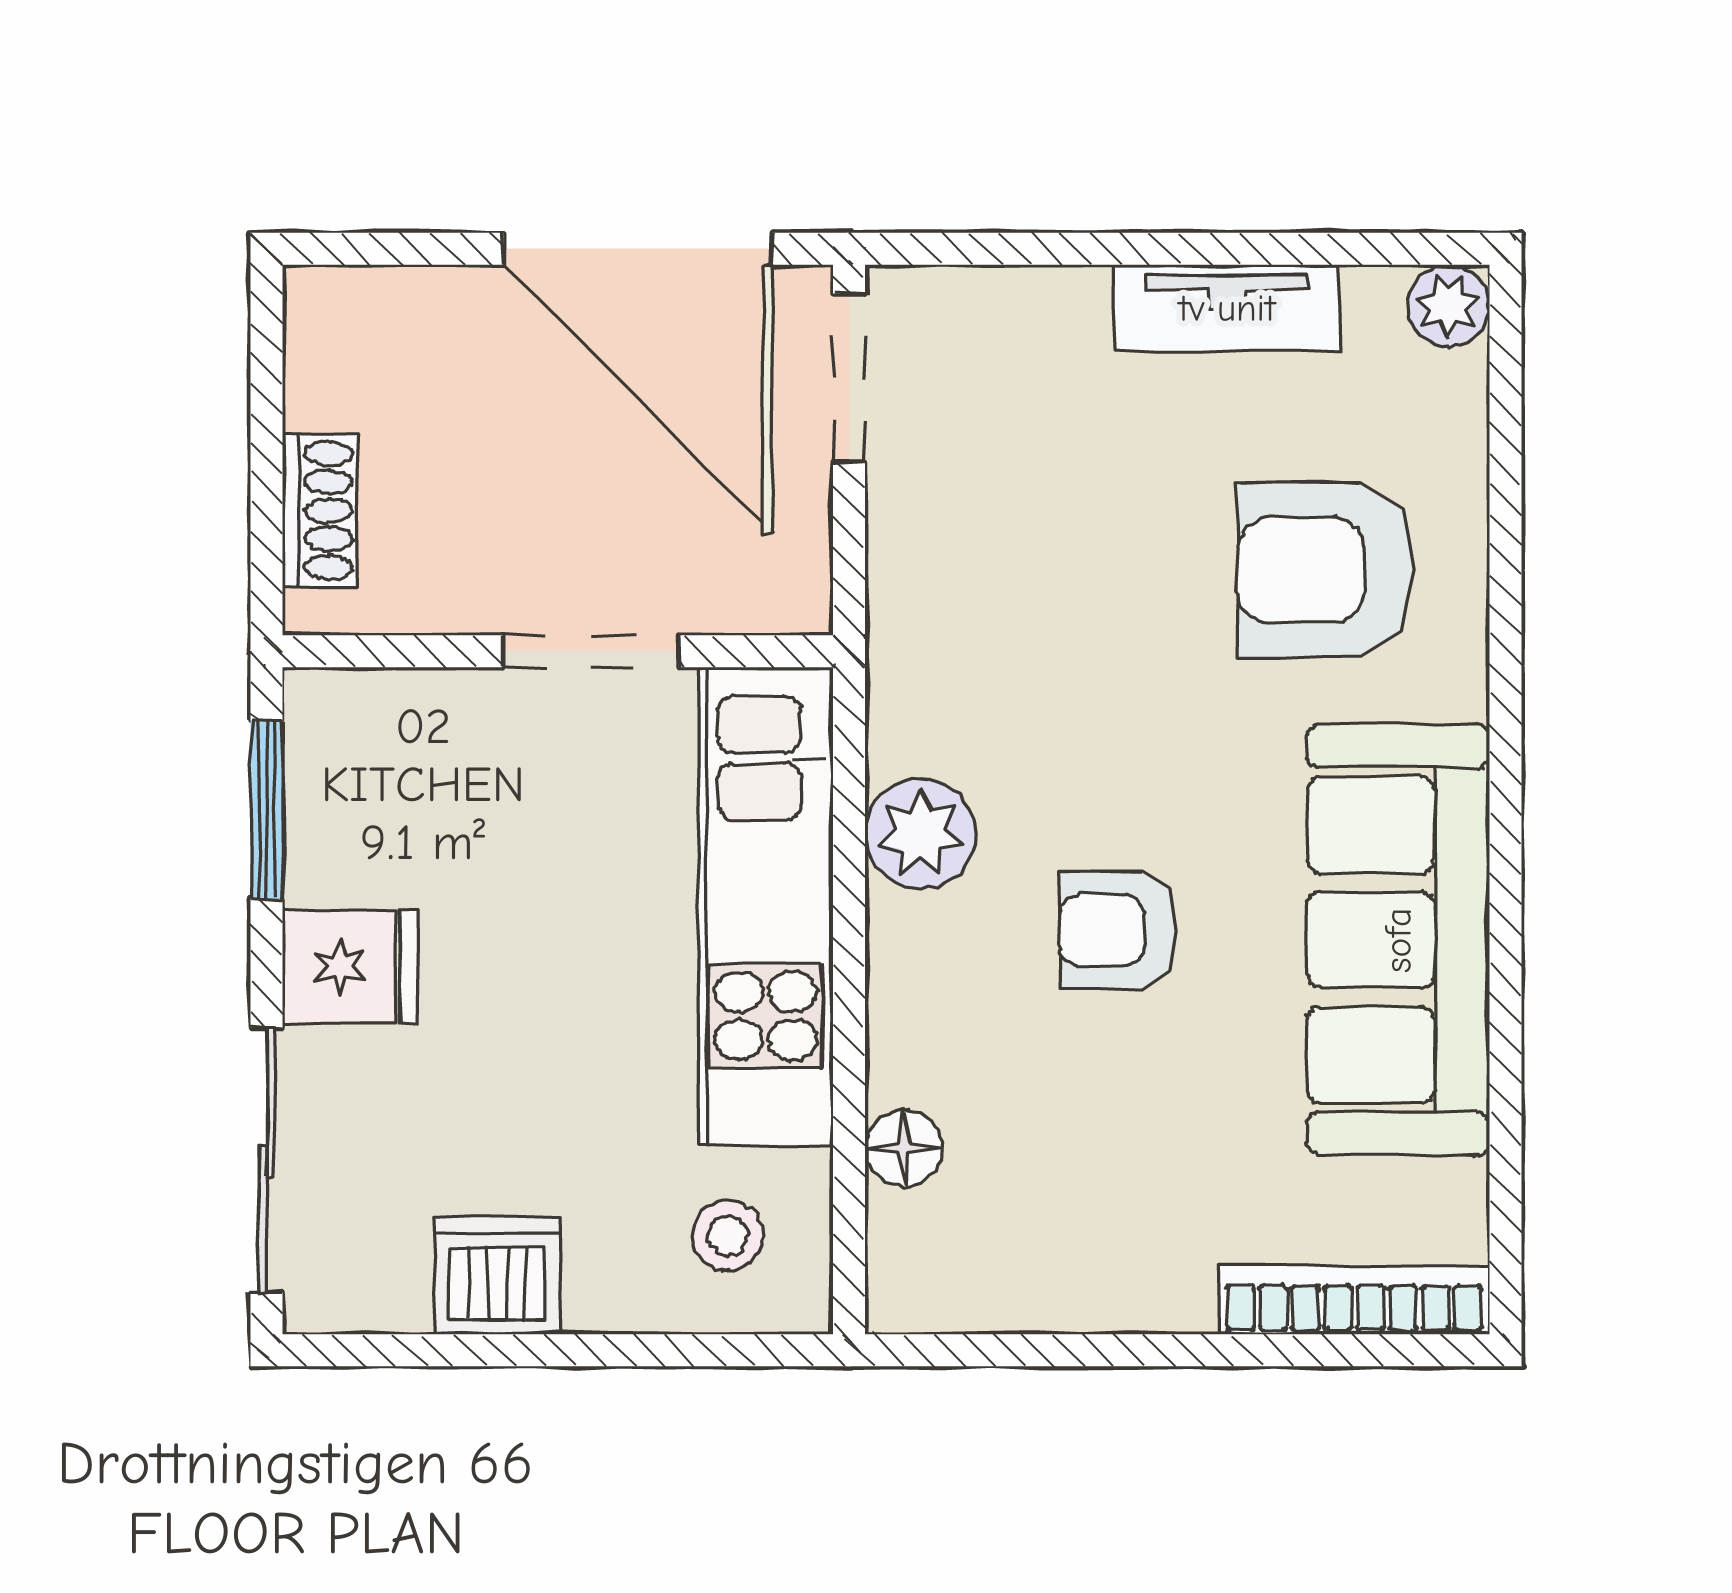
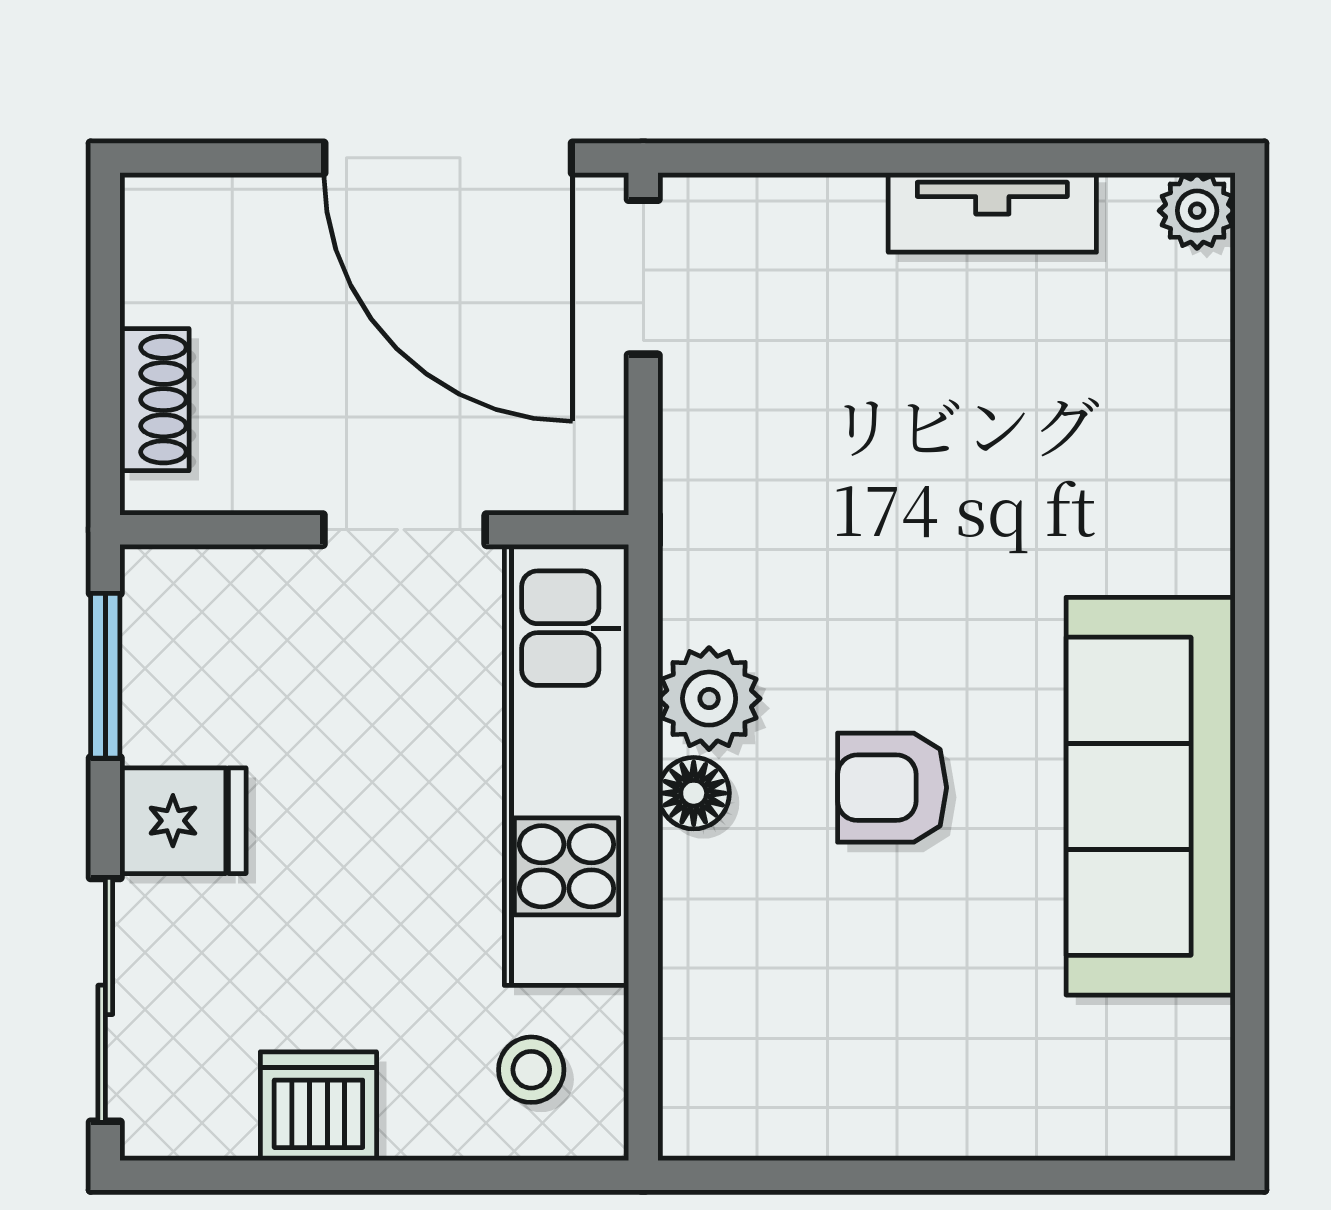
armchair: (1325, 570) -> (1083, 455), removed
floor lamp: (904, 1148) -> (694, 793), moved
bookcase: (1354, 1300) -> (1110, 1129), removed

